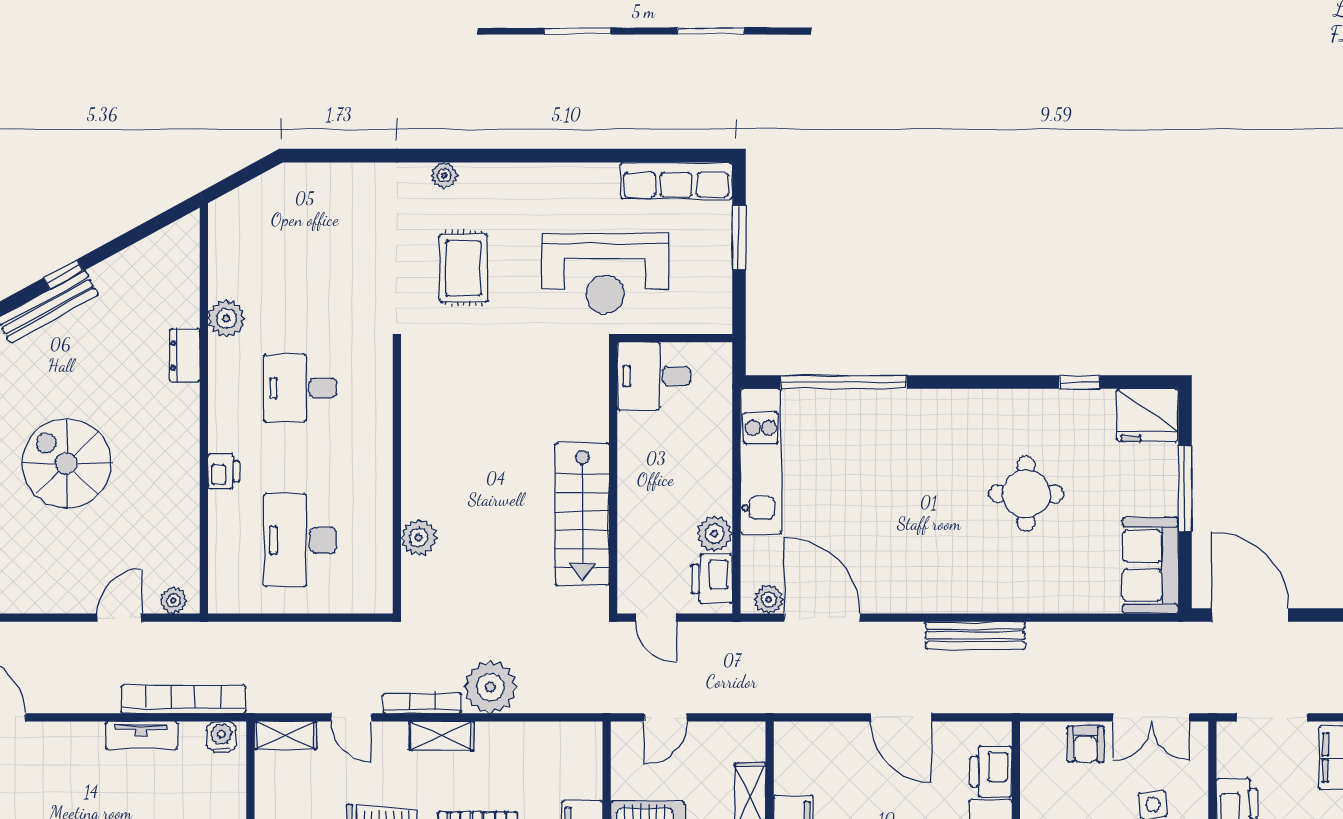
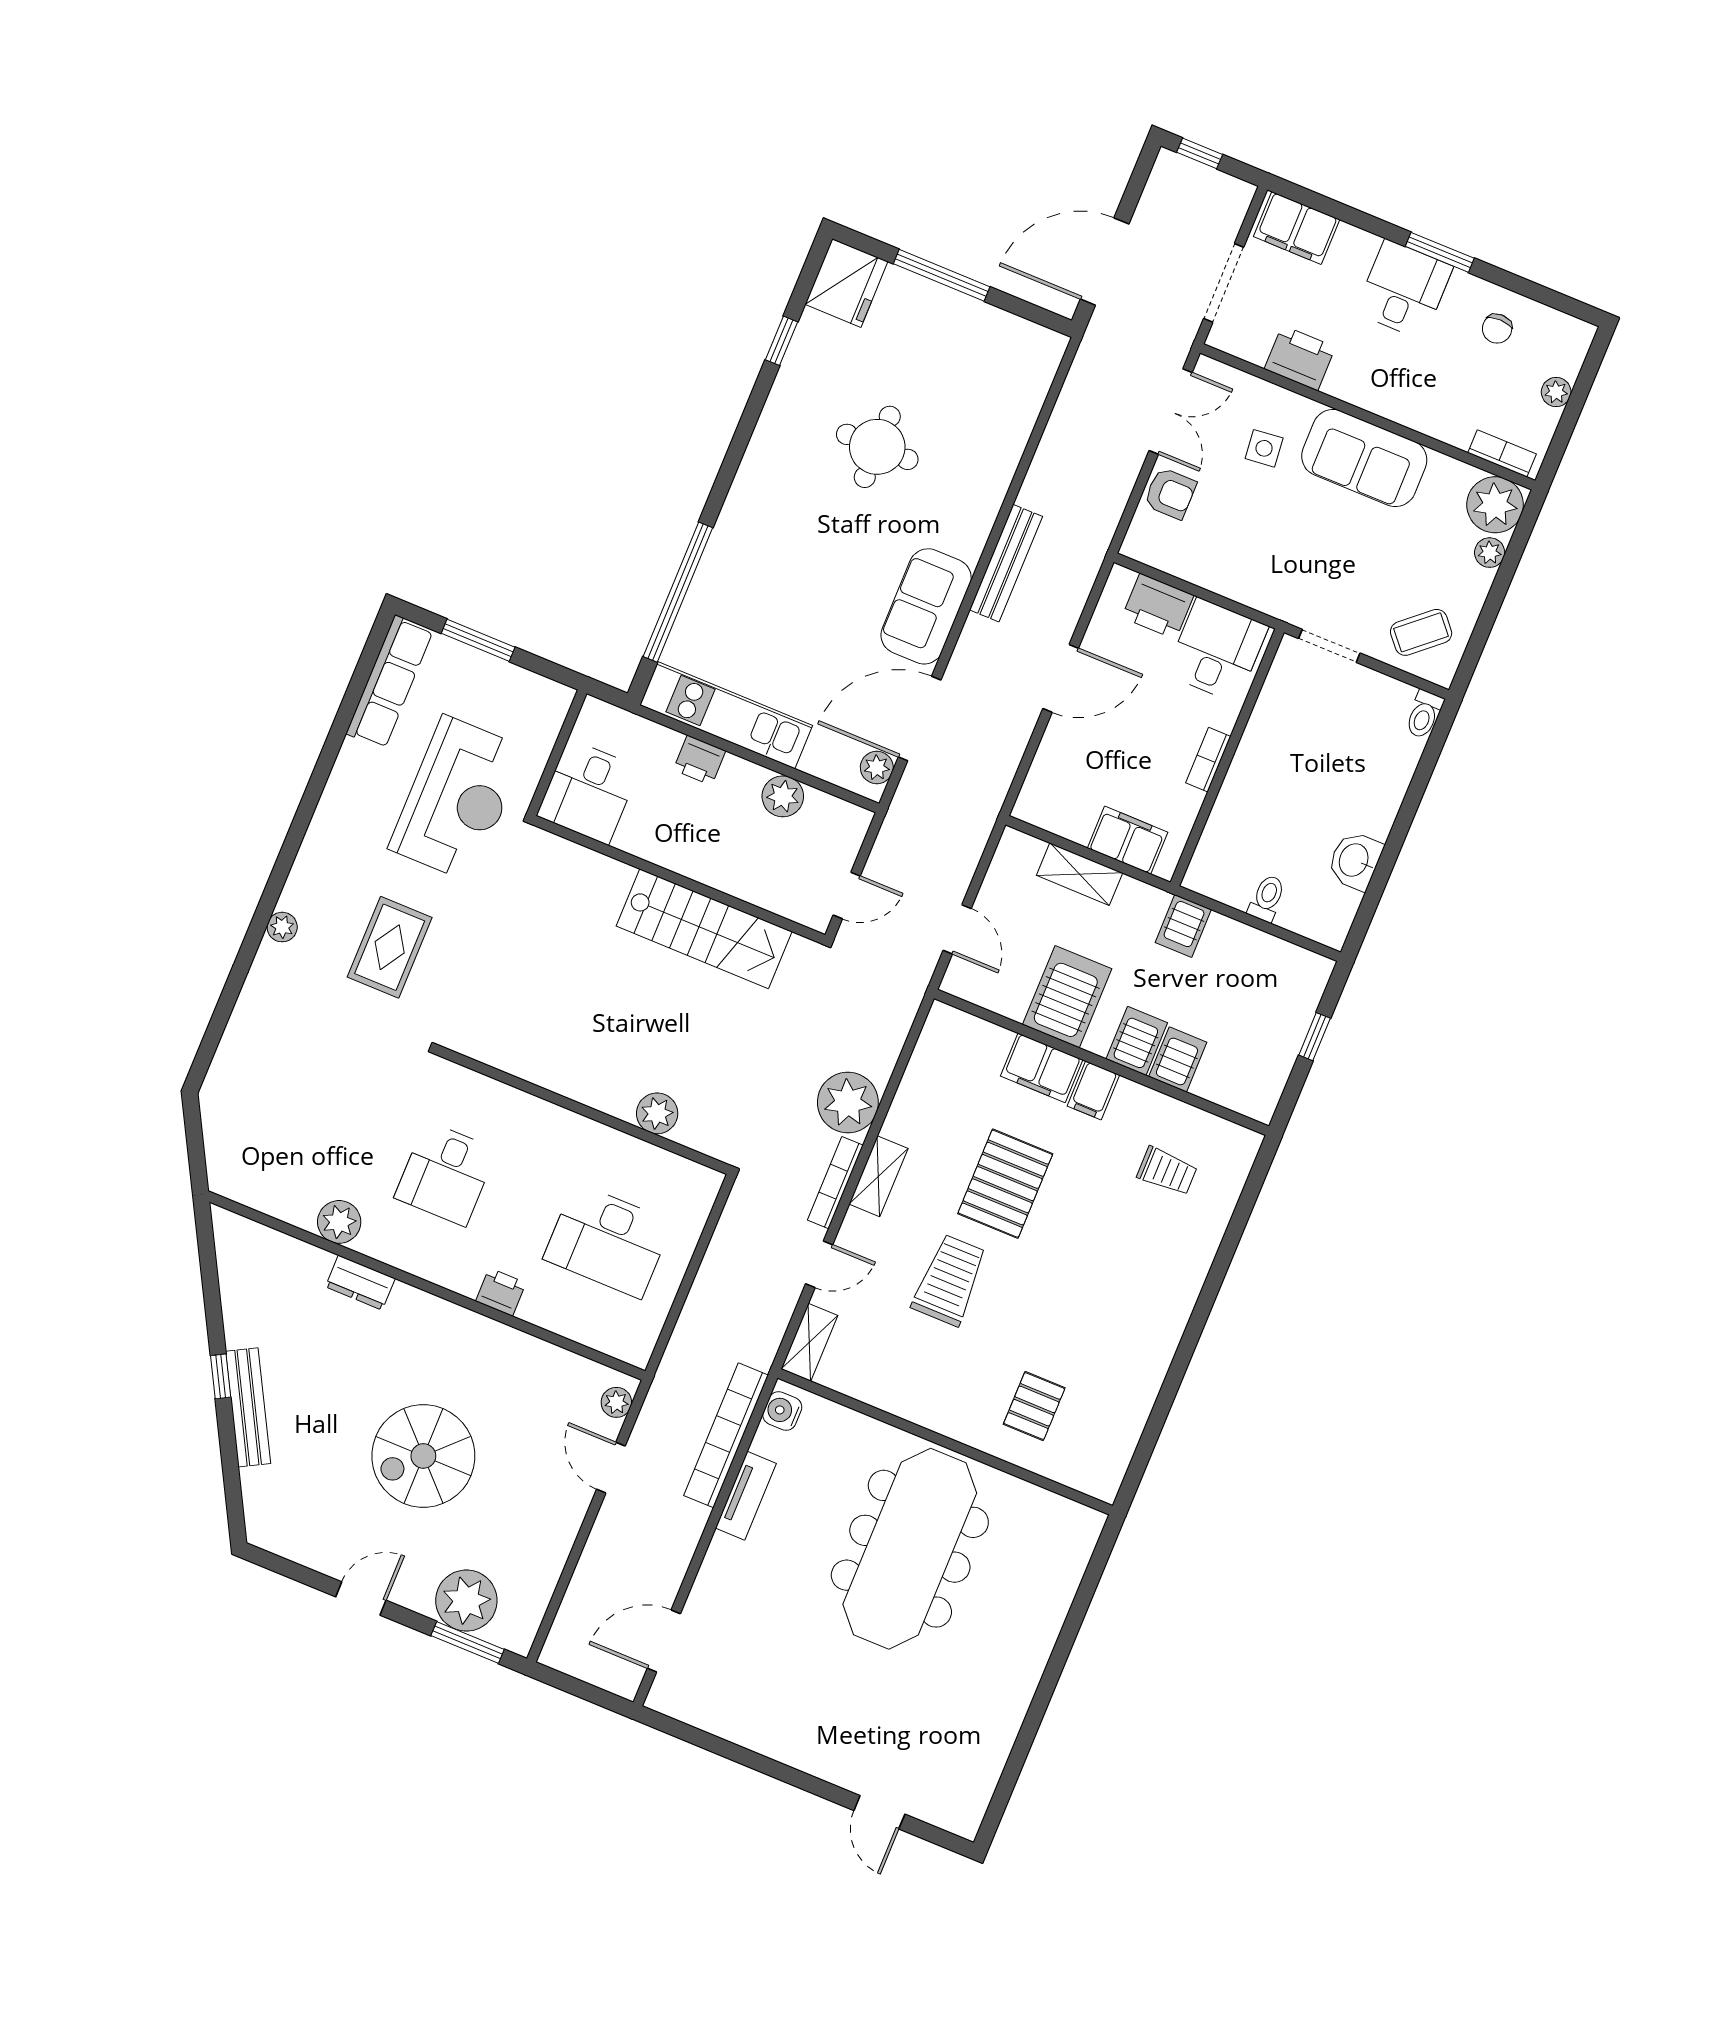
rug: (463, 268) -> (390, 947), turned 90
sofa: (1150, 565) -> (926, 606), moved, turned 90
printer: (712, 579) -> (699, 760), moved, width x0.73, depth x0.81

